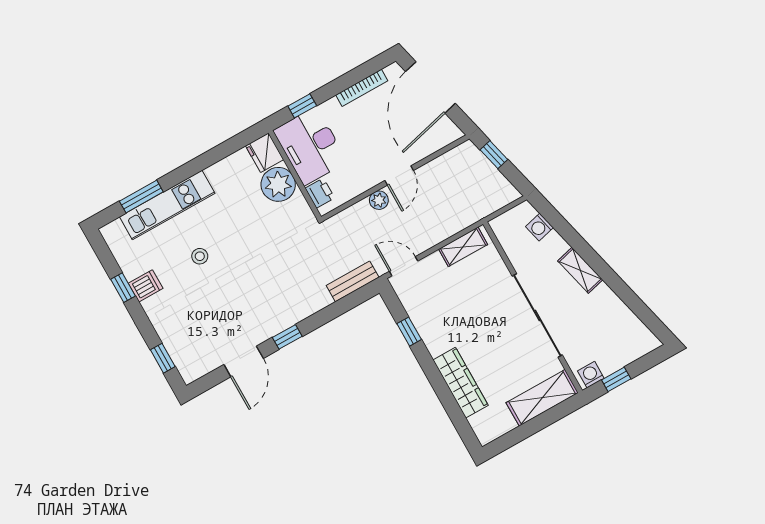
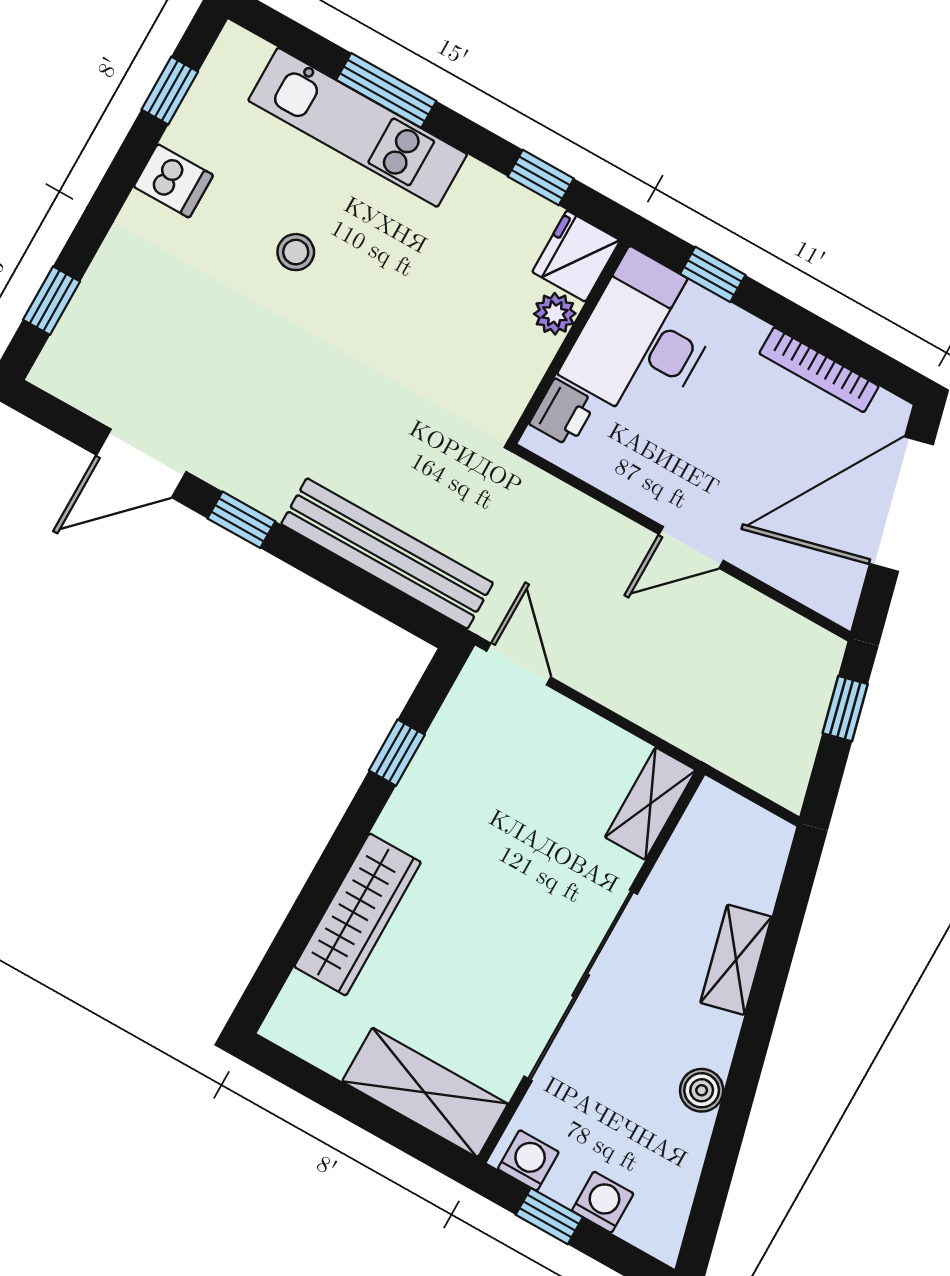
window: (227, 148) -> (541, 178), added
plant: (278, 184) -> (555, 314), width x0.53, depth x0.53
window: (141, 197) -> (386, 90), moved
plant: (379, 200) -> (619, 537), removed
washing machine: (539, 227) -> (603, 1202), moved, turned 104
shelving: (463, 247) -> (650, 804), moved, turned 90
shelving: (580, 270) -> (736, 960), moved
bench: (353, 281) -> (387, 553), width x1.86, depth x1.21
window: (123, 288) -> (170, 91), moved
boiler: (604, 294) -> (702, 1090), added

